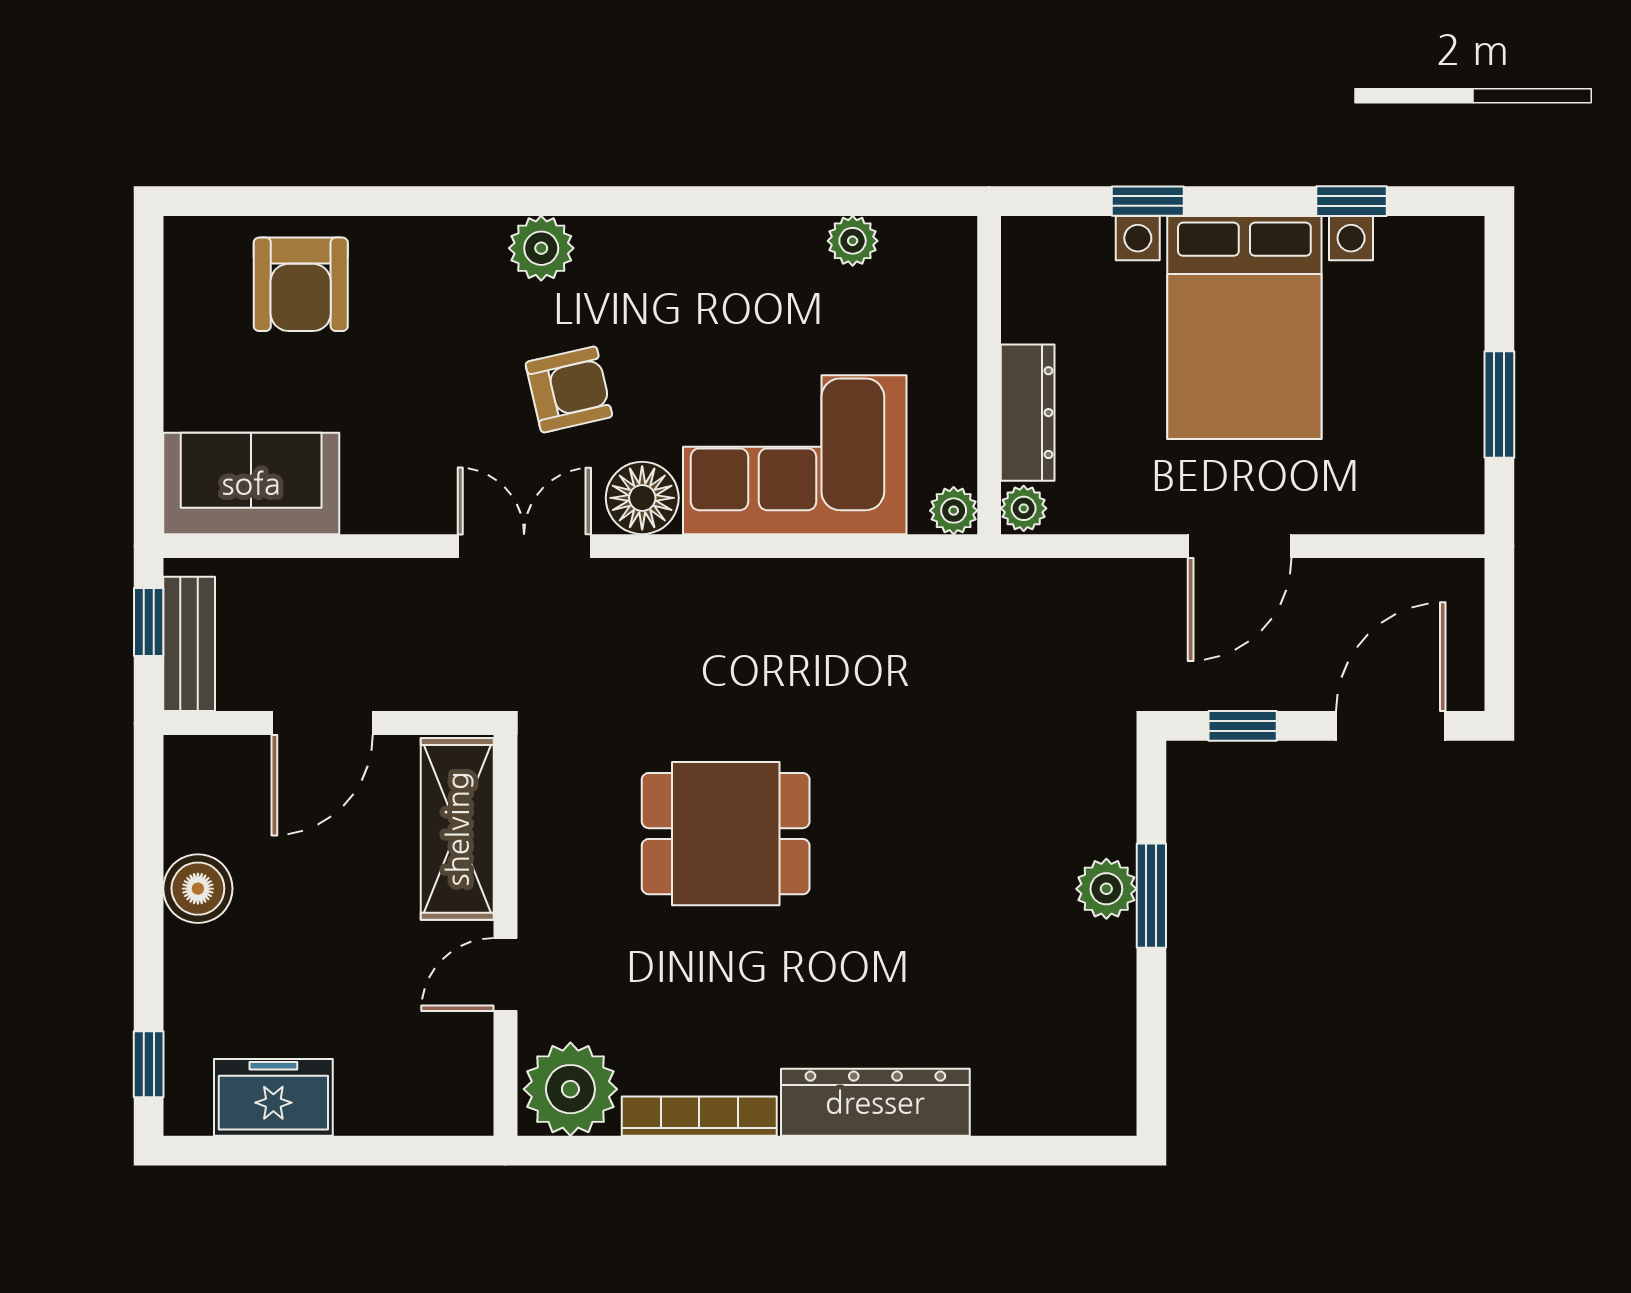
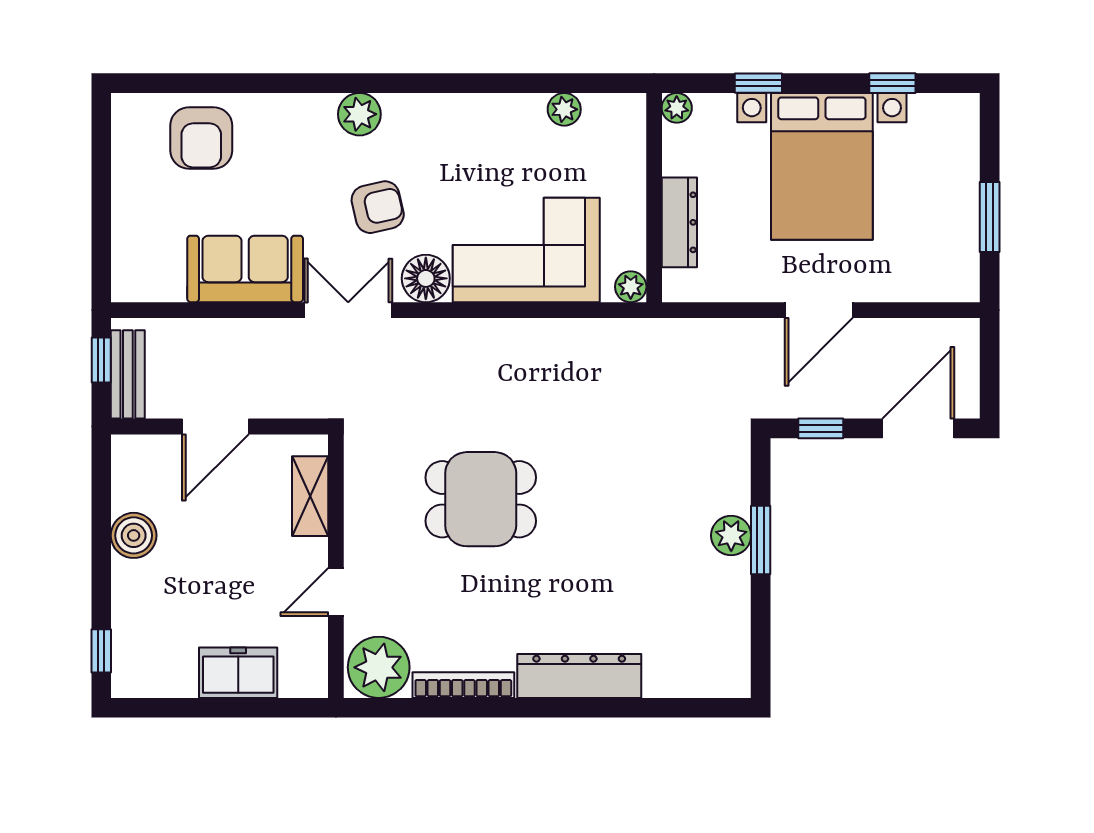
sofa: (251, 483) -> (245, 269), moved
plant: (1024, 508) -> (677, 108), moved
shelving: (457, 829) -> (310, 496), width x0.67, depth x0.75
freezer: (273, 1097) -> (238, 673), moved

